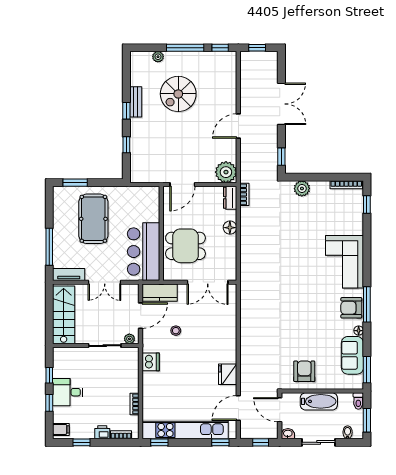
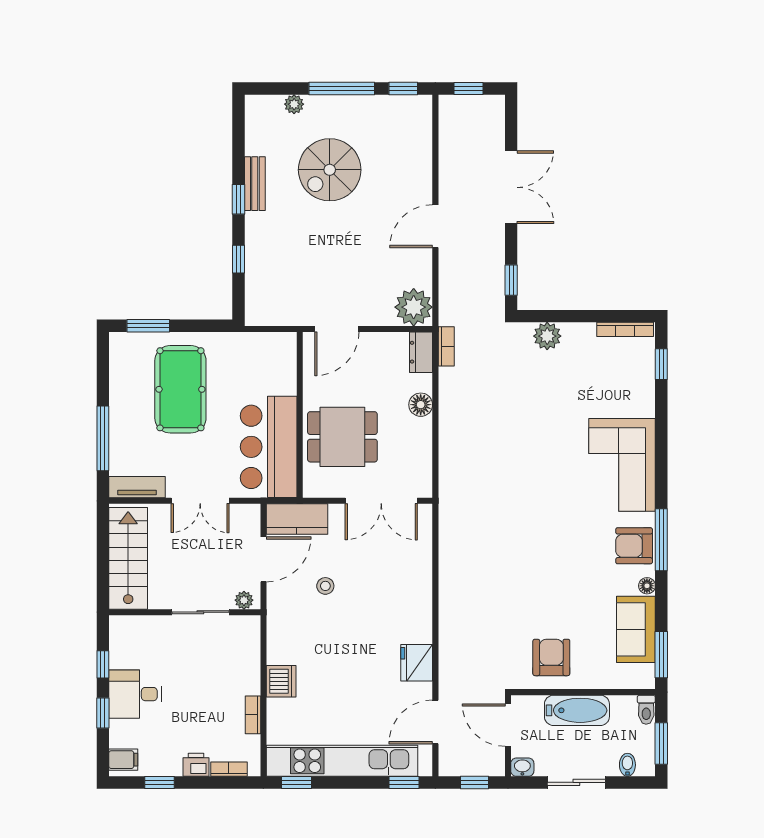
dishwasher: (151, 362) -> (281, 681), moved

